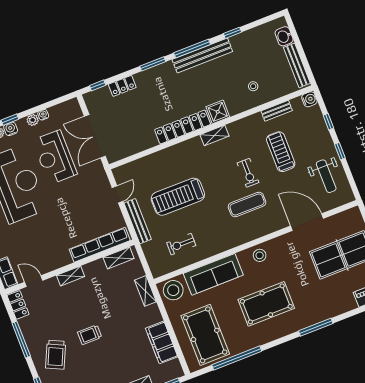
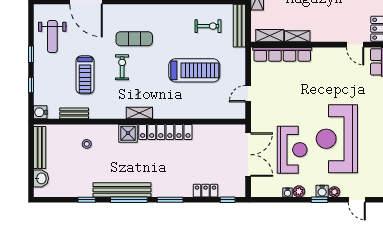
weight bench: (326, 176) -> (52, 36), turned 180
bench: (138, 221) -> (239, 26), moved
shelving: (71, 276) -> (297, 36), moved

